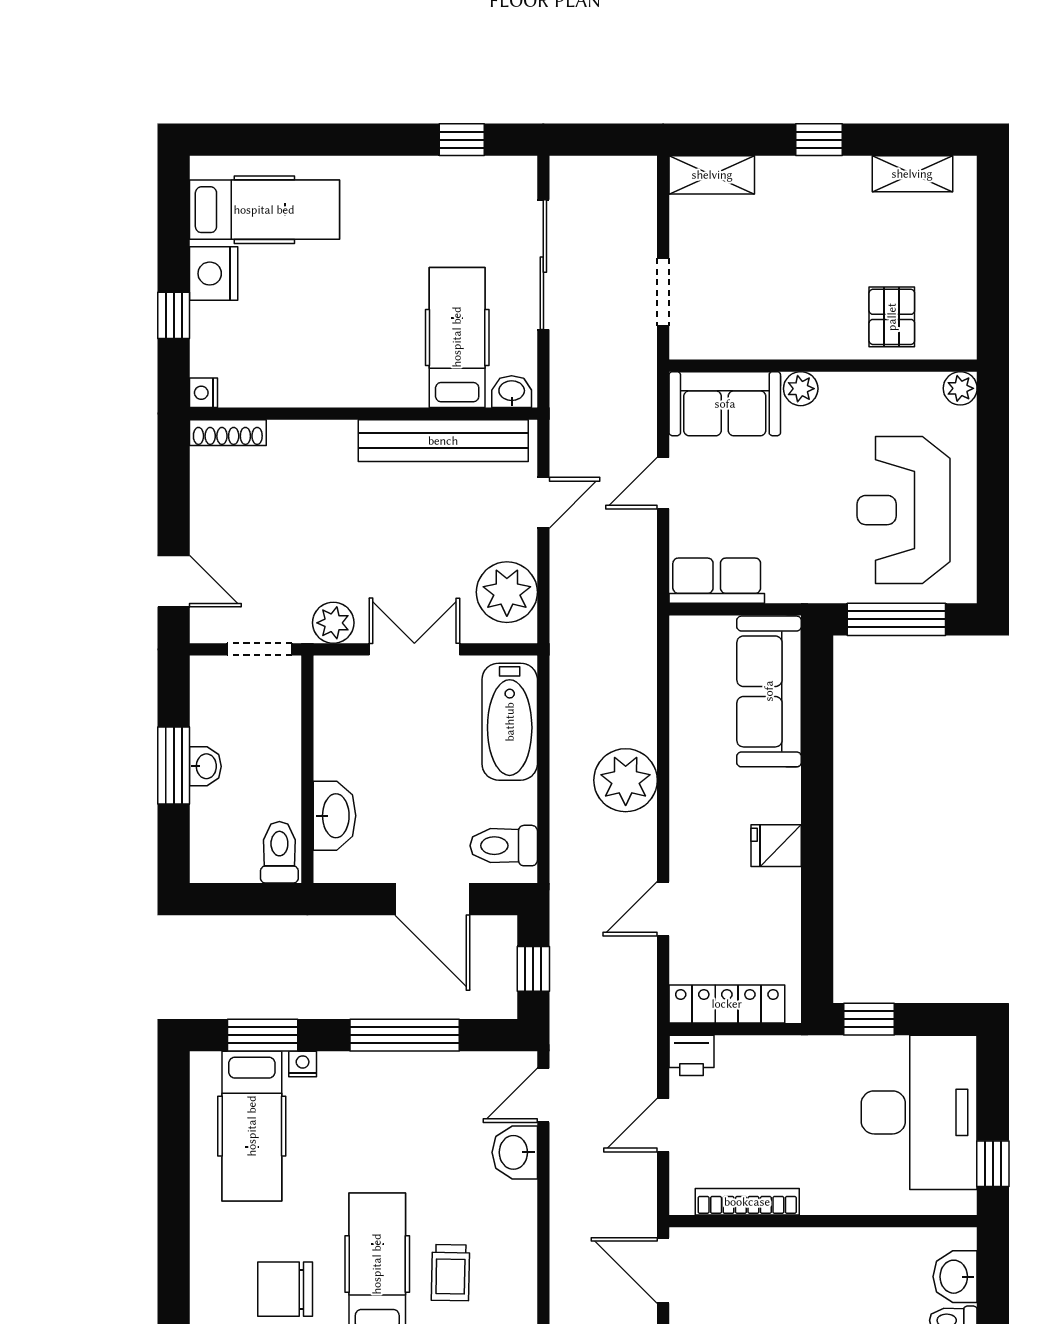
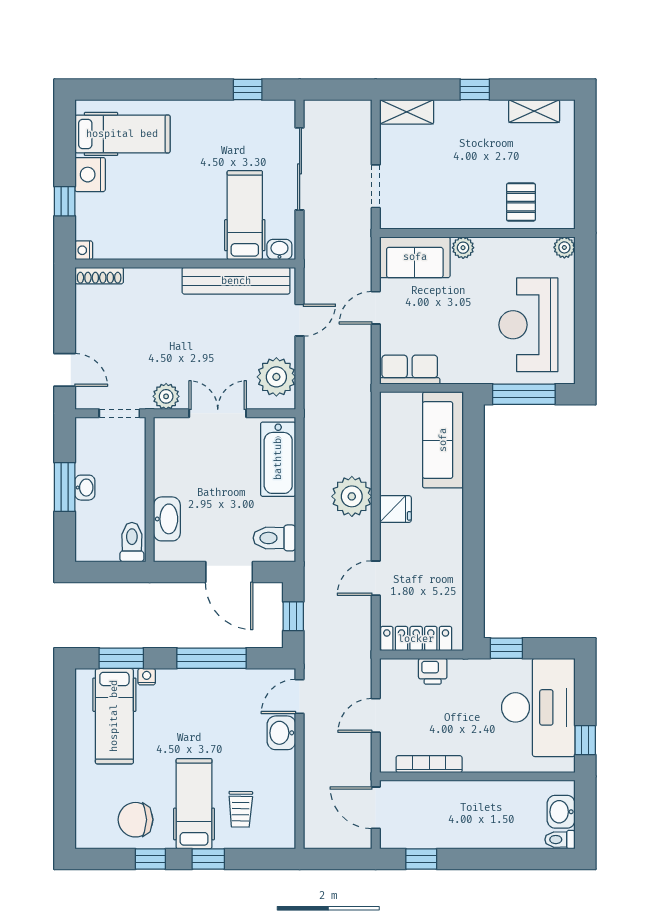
fridge: (776, 846) -> (395, 509), moved, turned 180
printer: (692, 1055) -> (433, 671), moved

